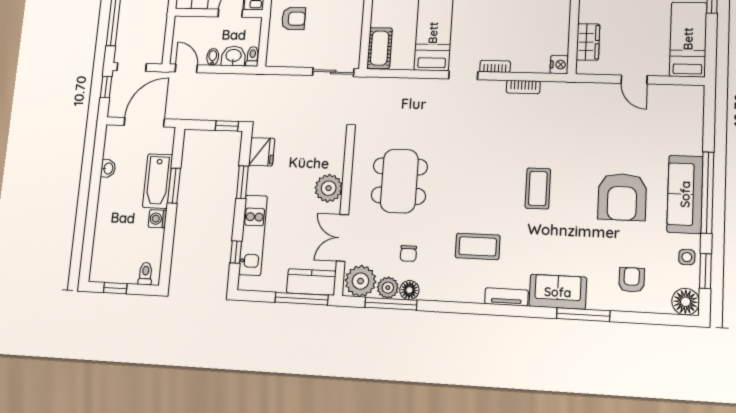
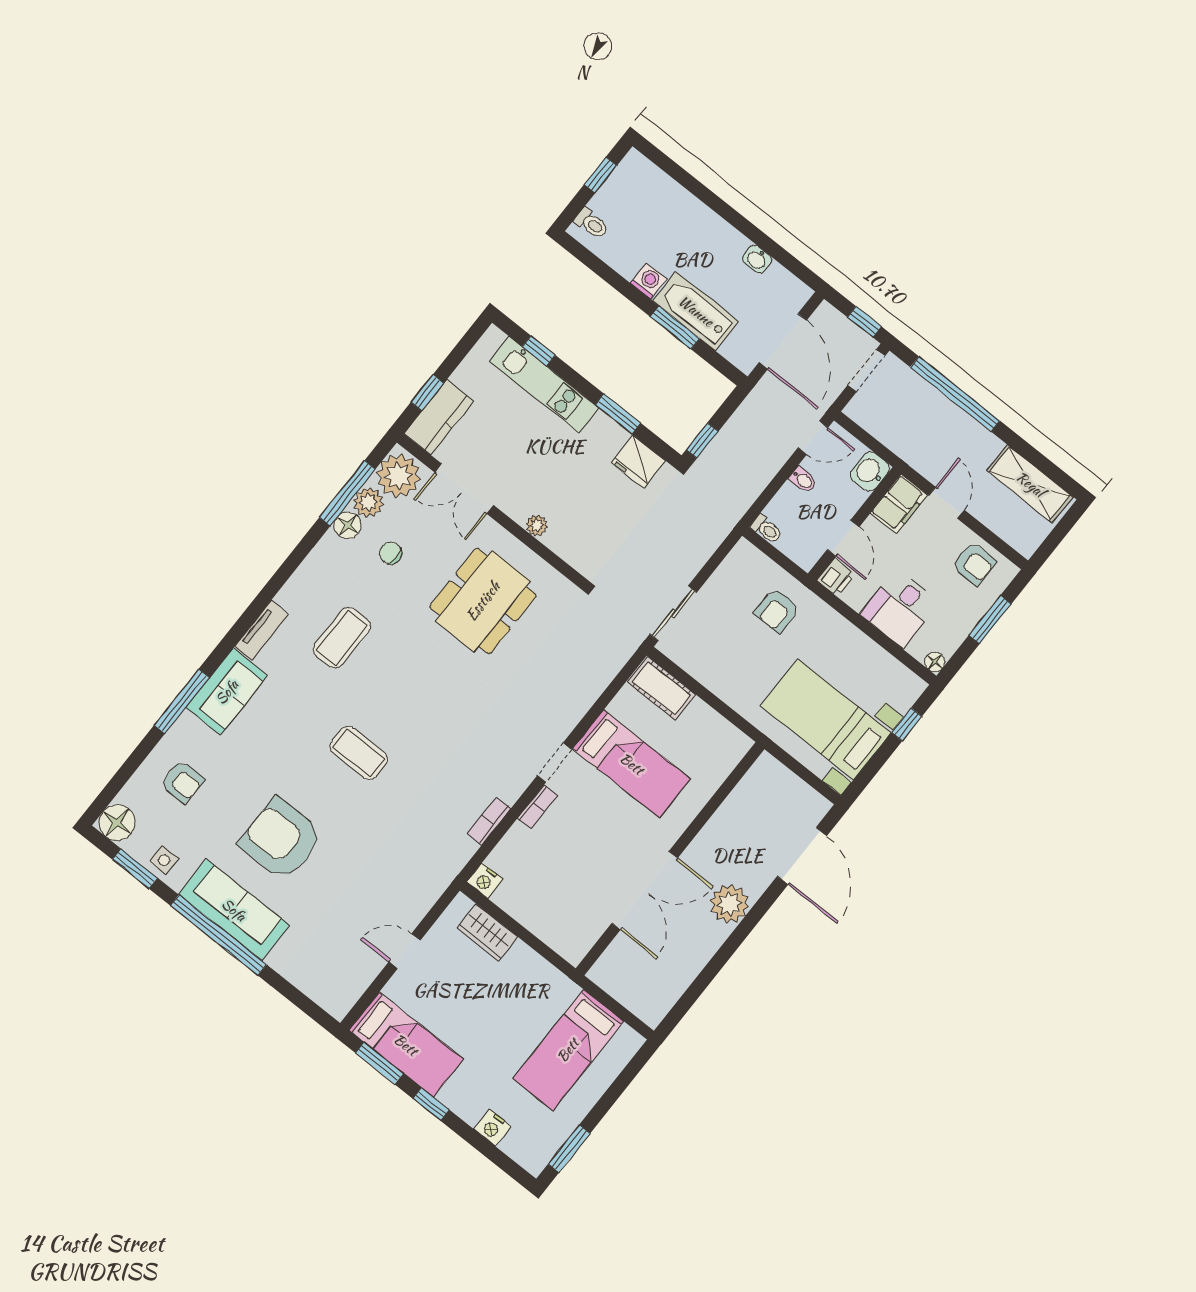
window: (711, 46) -> (379, 1063), added
washbasin: (233, 56) -> (870, 472), moved, turned 180
dining table: (399, 181) -> (483, 601), turned 90
plant: (329, 188) -> (537, 526), width x0.53, depth x0.53
double door: (342, 238) -> (464, 489), swing flipped
window: (302, 299) -> (427, 393), width x0.46

